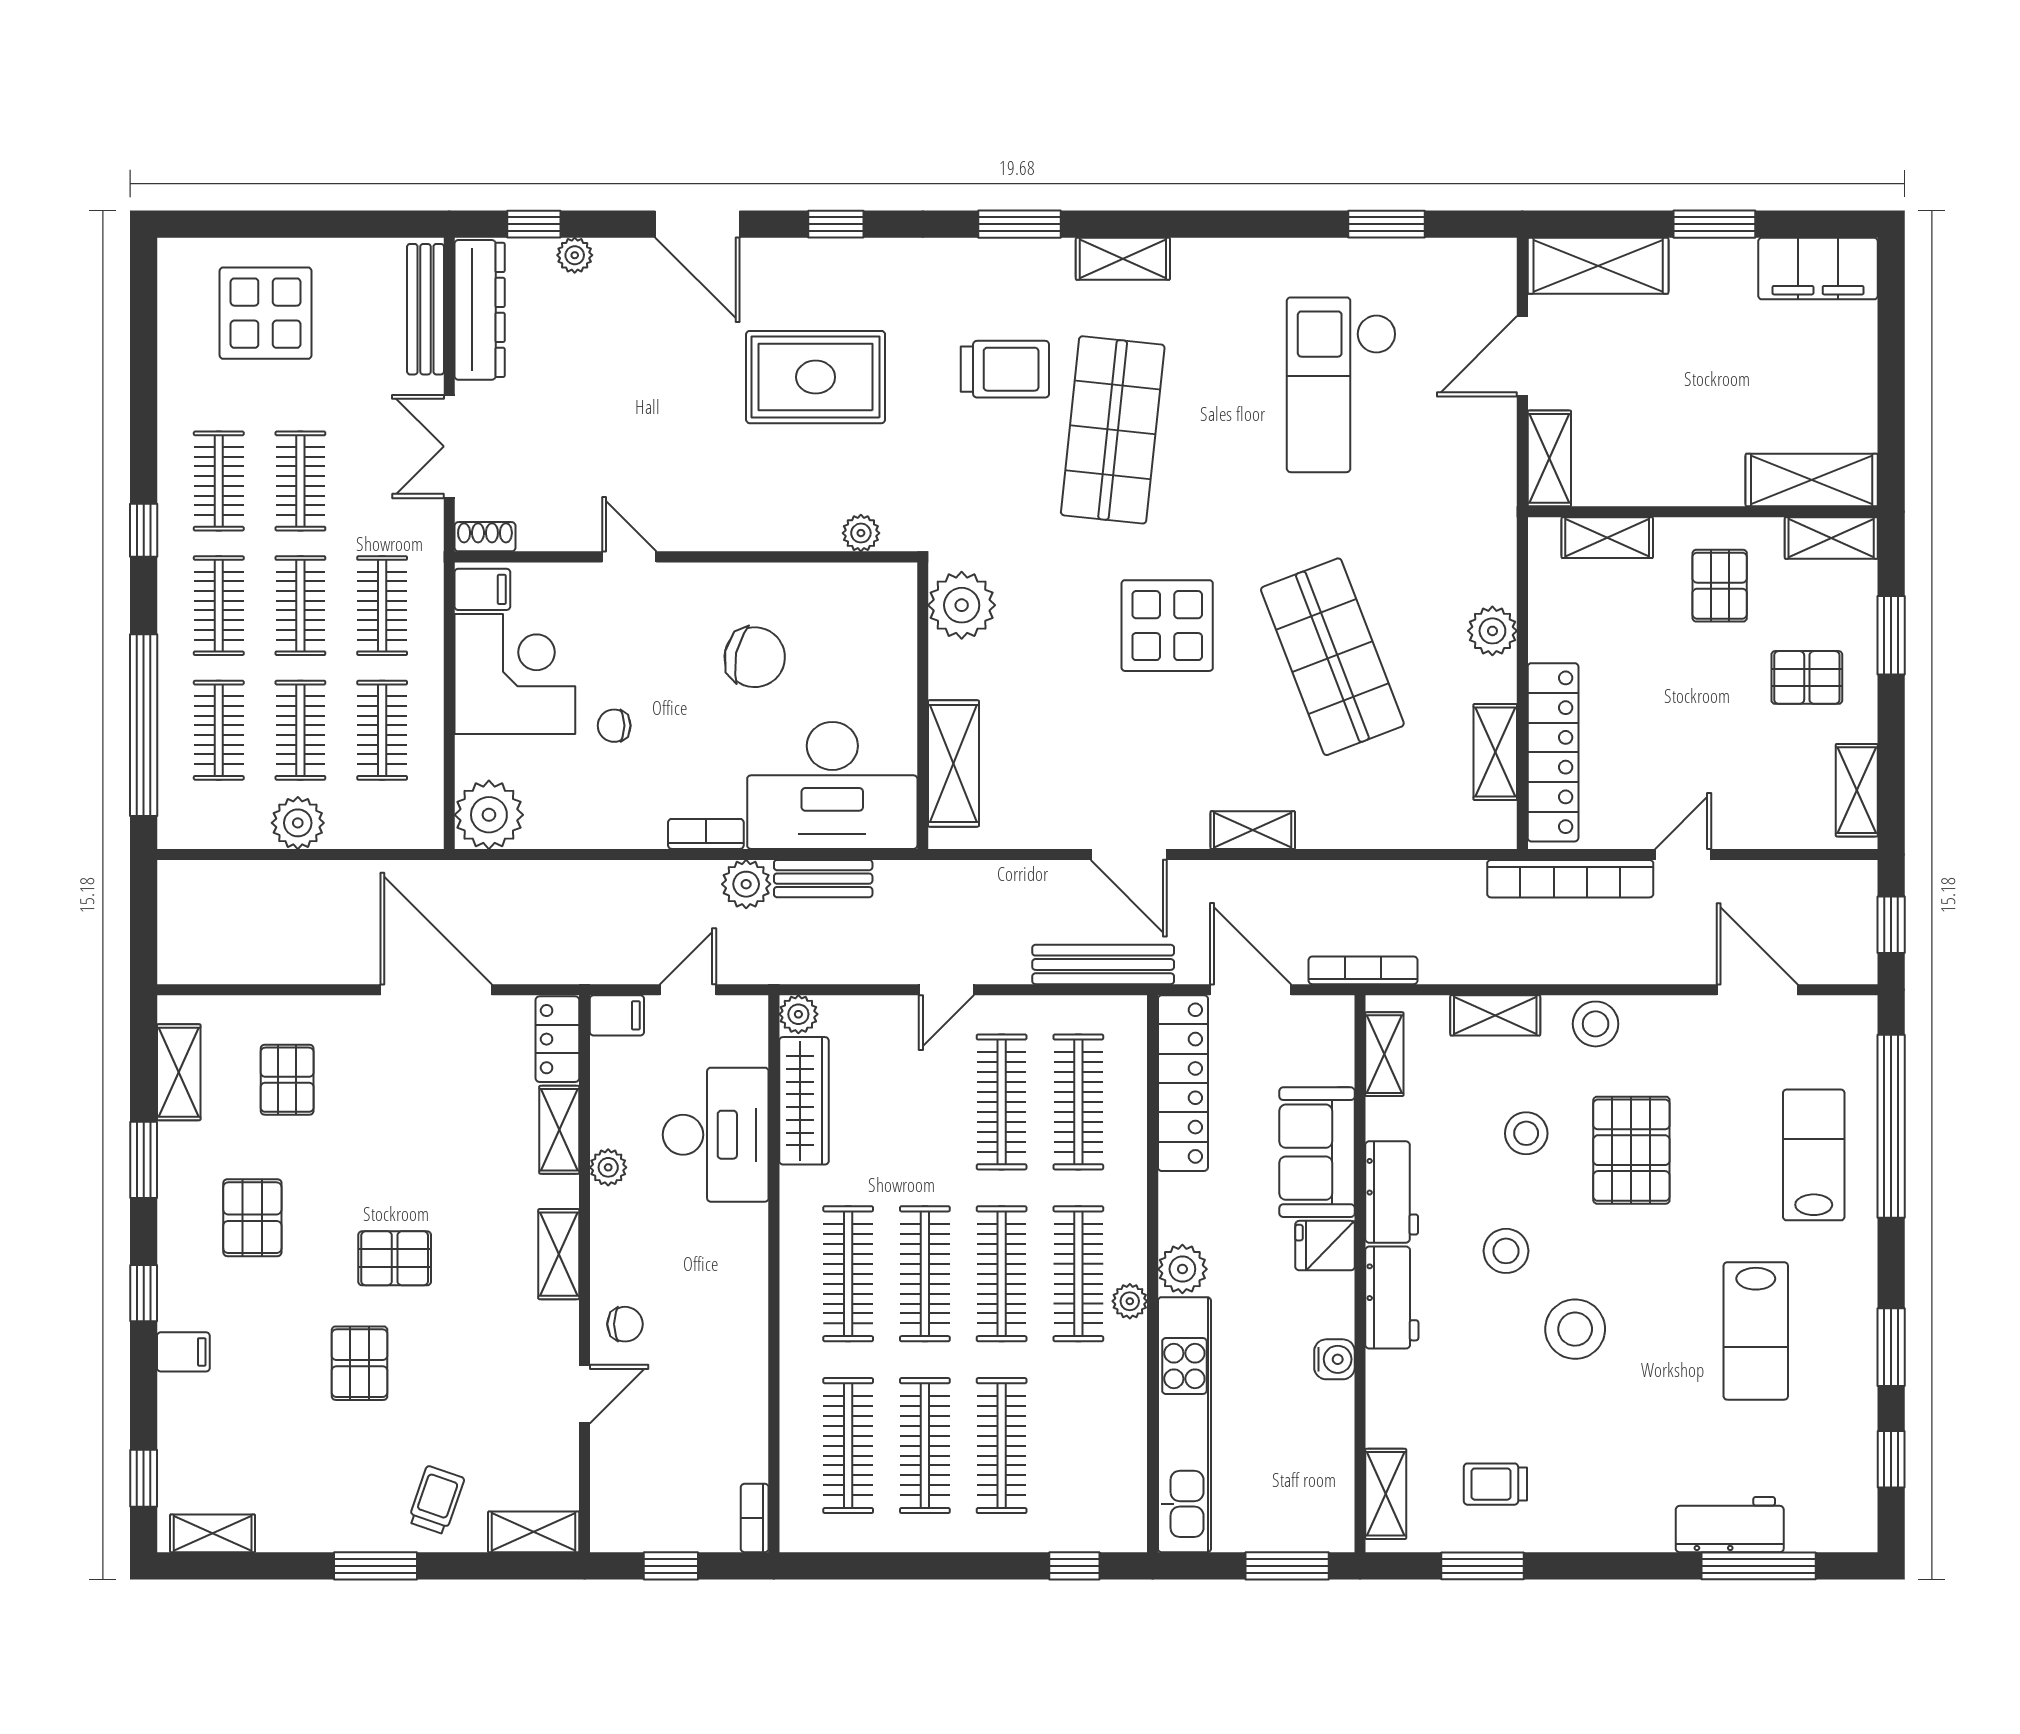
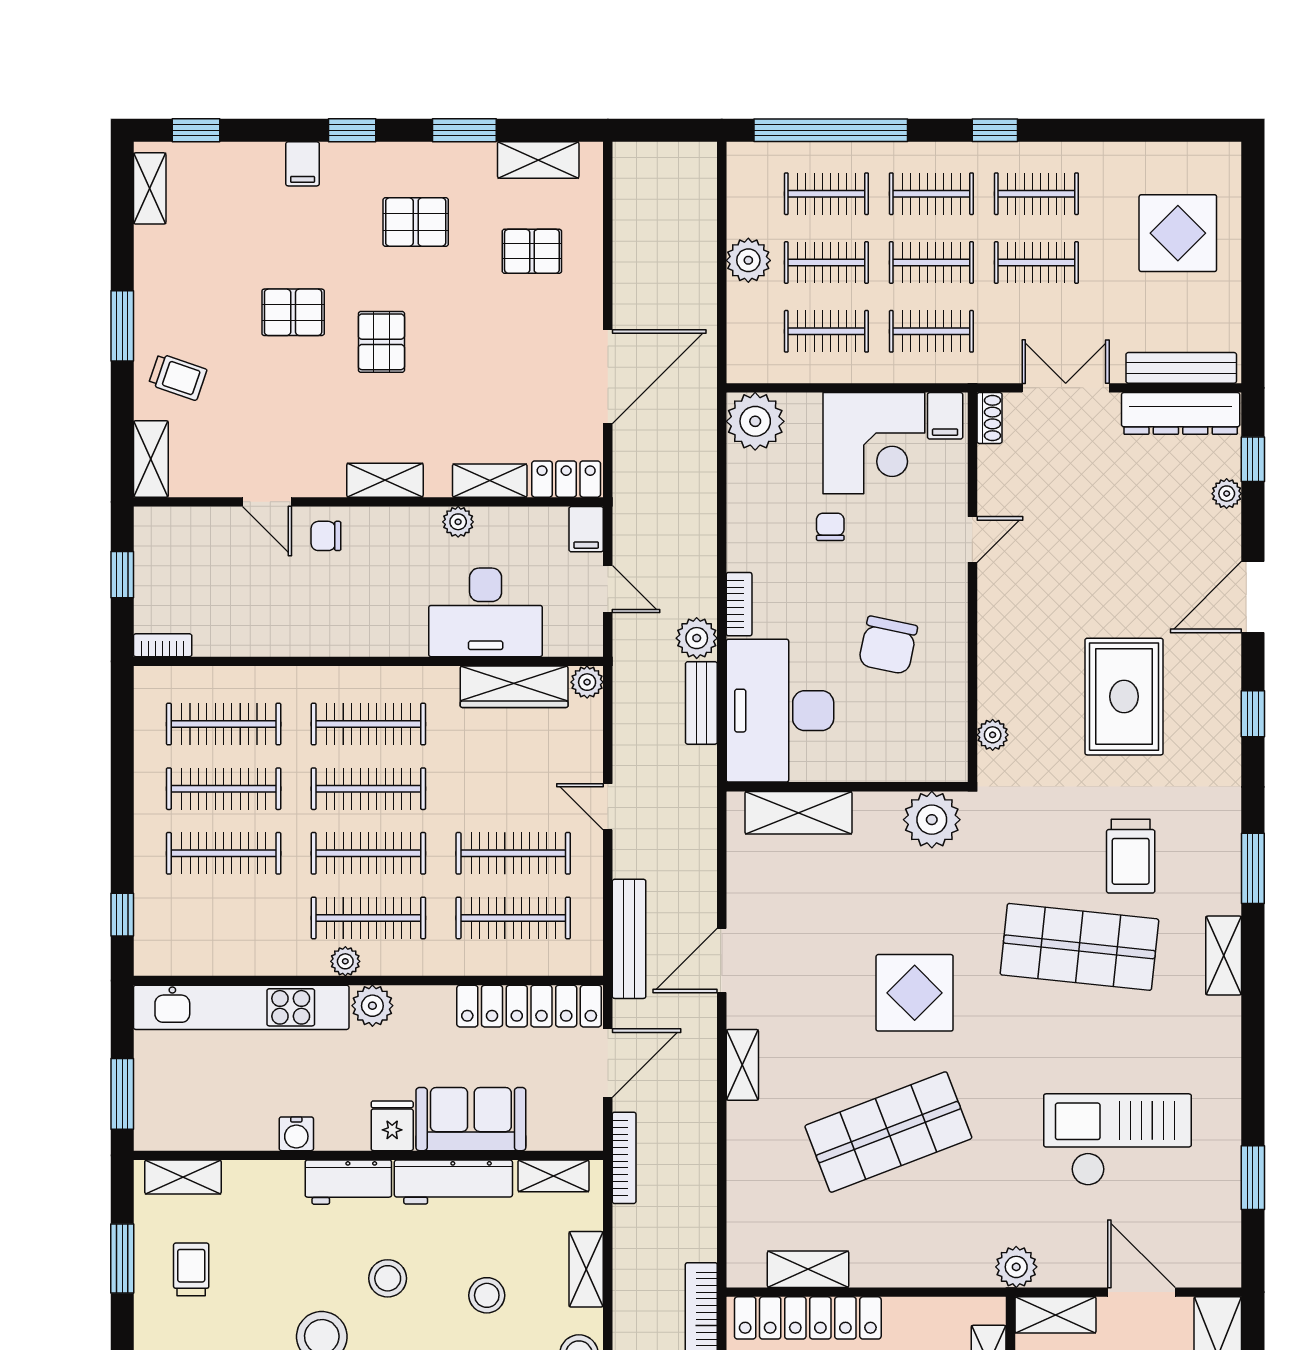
plant: (1492, 631) -> (1016, 1267), moved
workbench: (1392, 1192) -> (453, 1182), width x1.38
chair: (625, 1324) -> (326, 536), turned 90

